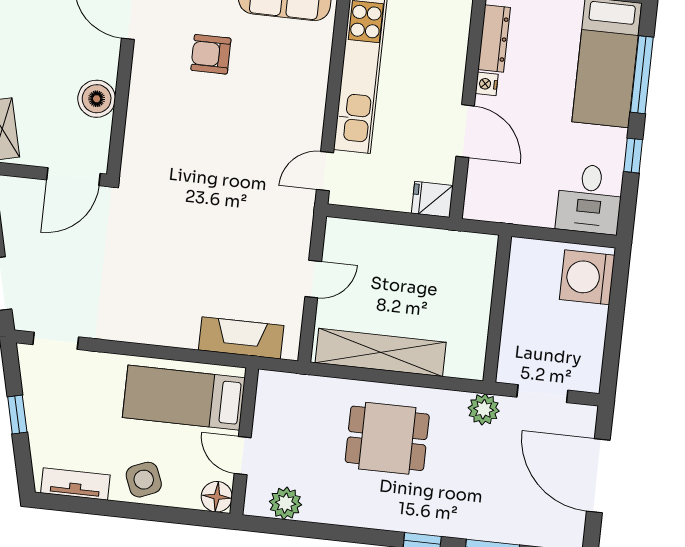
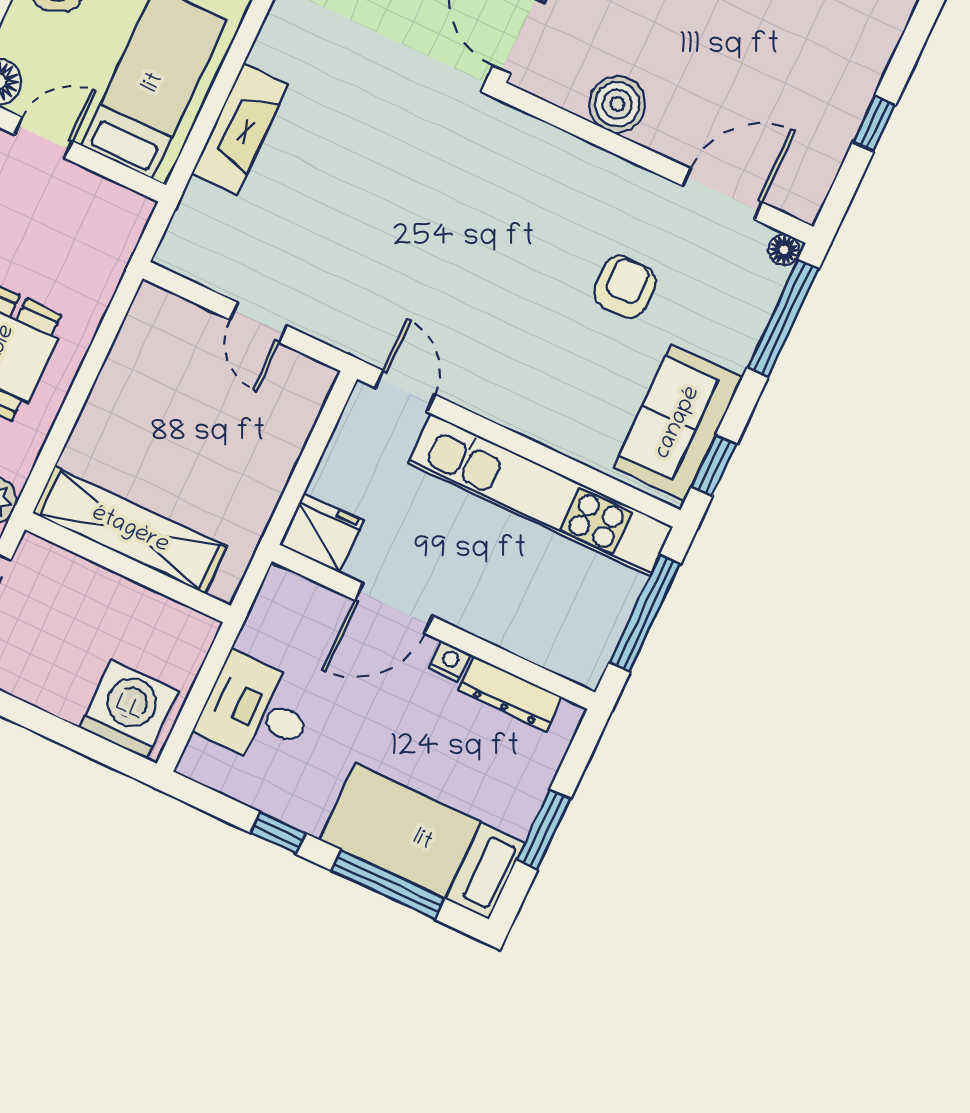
fridge: (432, 199) -> (322, 533), width x1.38
desk: (590, 199) -> (257, 711), moved
fireplace: (241, 338) -> (240, 129), moved
shelving: (381, 352) -> (130, 530), moved, turned 90

